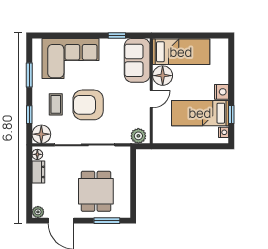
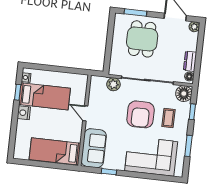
floor lamp: (163, 76) -> (73, 133), removed
door: (151, 99) -> (85, 113), hinge flipped
armchair: (88, 105) -> (141, 114), turned 90
plant: (138, 136) -> (113, 84), moved

